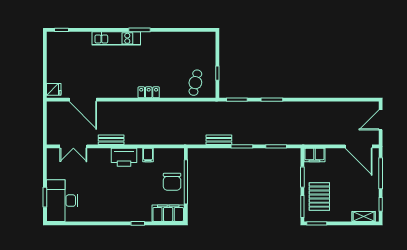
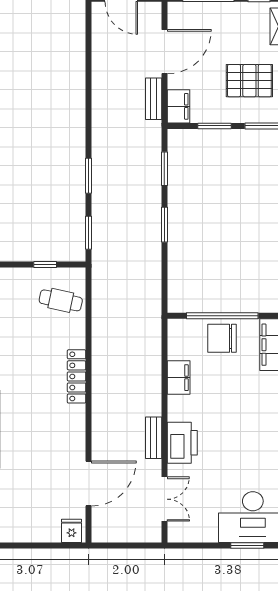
locker: (149, 92) -> (77, 376), width x1.53
bench: (219, 140) -> (154, 99), moved
door: (359, 146) -> (164, 52), moved
filing cabinet: (148, 155) -> (179, 378), width x2.00
printer: (124, 157) -> (182, 443), moved
chair: (172, 182) -> (222, 338), turned 180
pallet: (319, 197) -> (249, 81), moved

